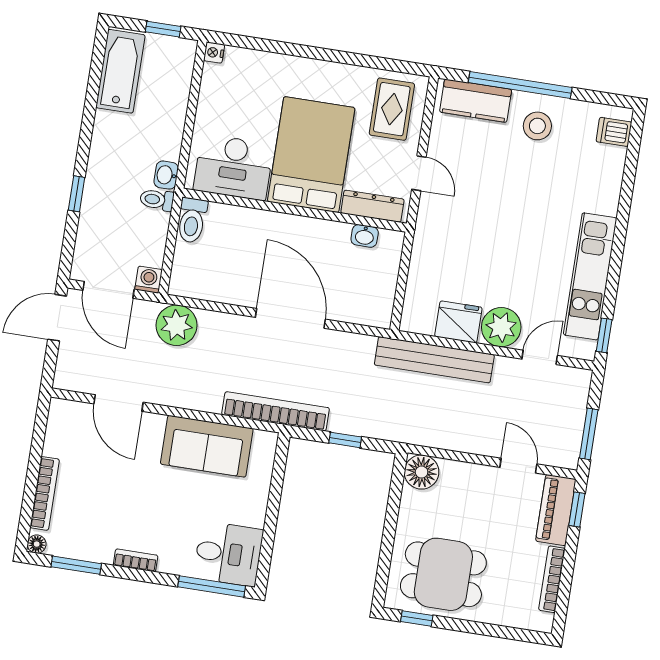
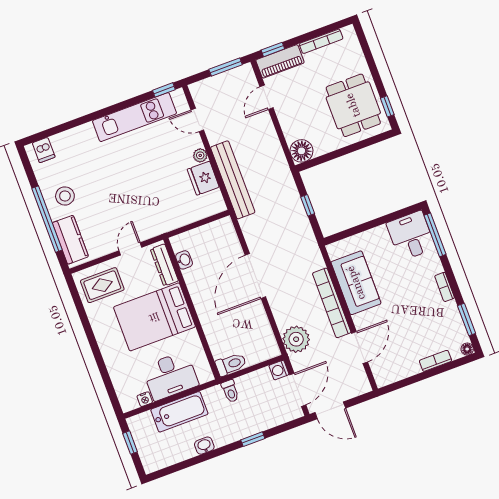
nightstand: (214, 53) -> (145, 399), moved
bathtub: (120, 71) -> (179, 412), moved, turned 180
desk: (233, 167) -> (170, 376), moved, turned 90
washbasin: (166, 175) -> (204, 446), moved, turned 180
plant: (501, 327) -> (200, 155), width x0.53, depth x0.53
bookcase: (276, 411) -> (332, 303), moved
bookcase: (45, 493) -> (435, 361), width x0.64

